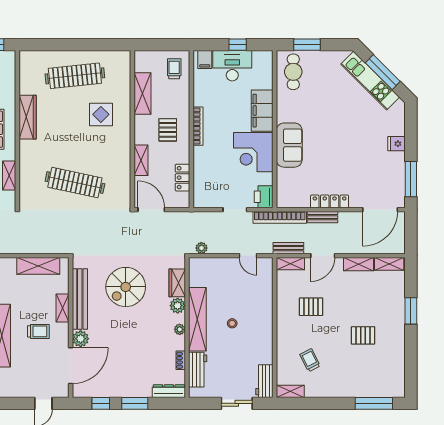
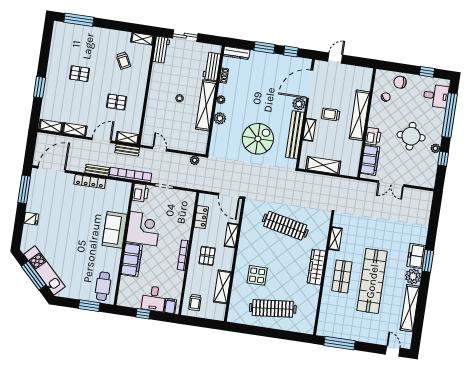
desk: (232, 66) -> (154, 299), width x0.73
wardrobe: (28, 117) -> (316, 267), moved
wardrobe: (177, 283) -> (217, 136), removed

